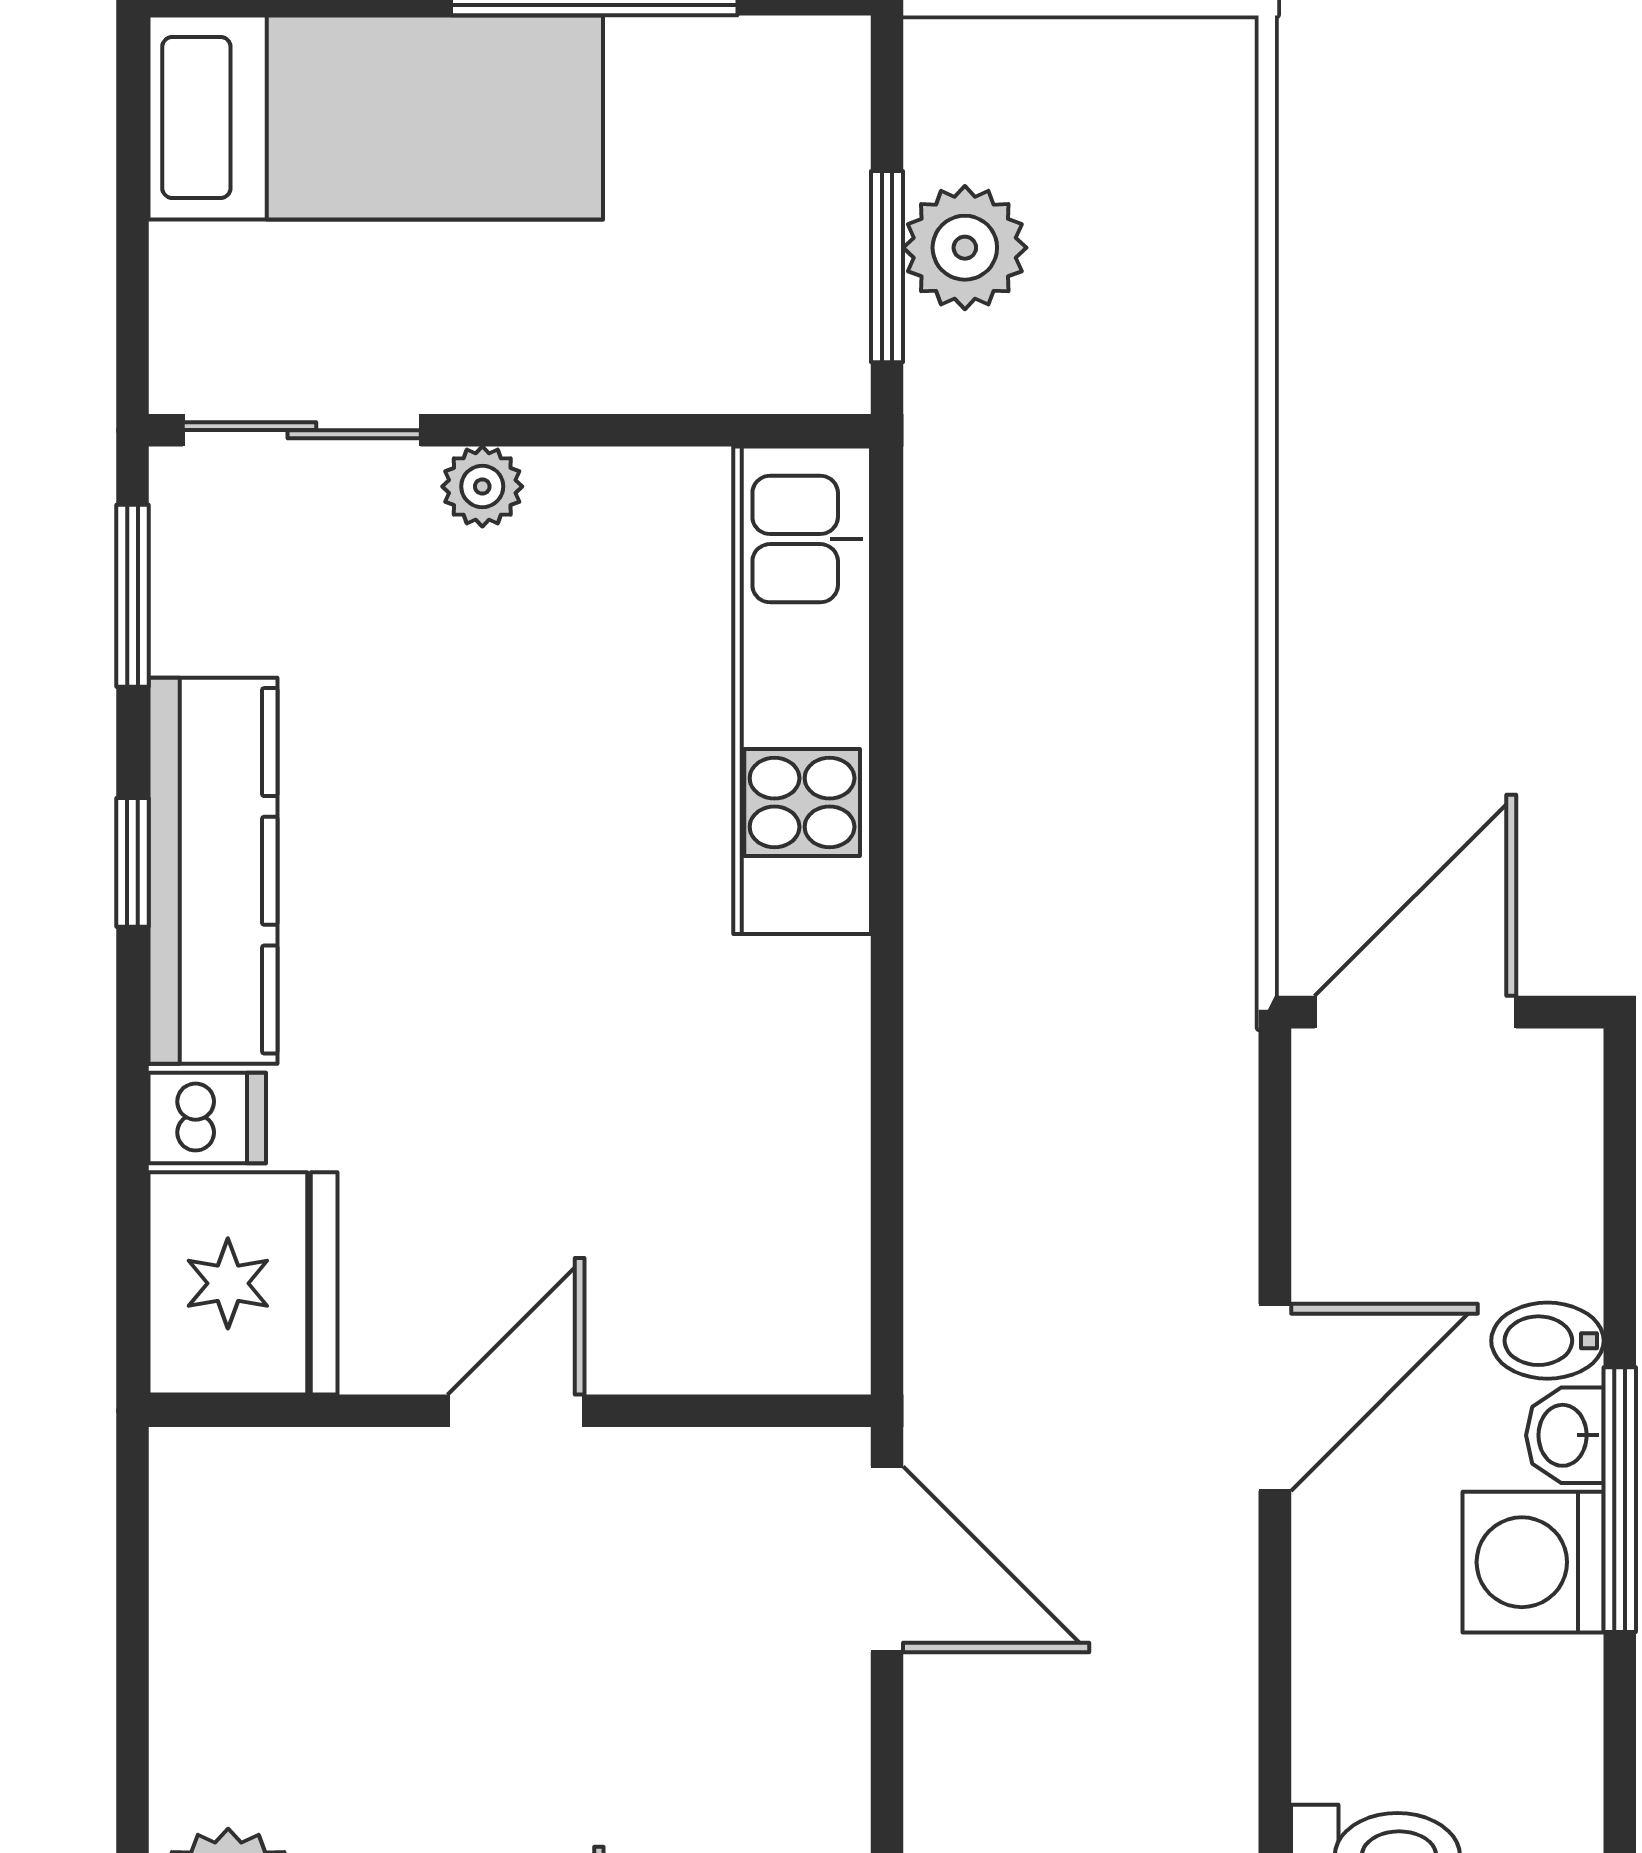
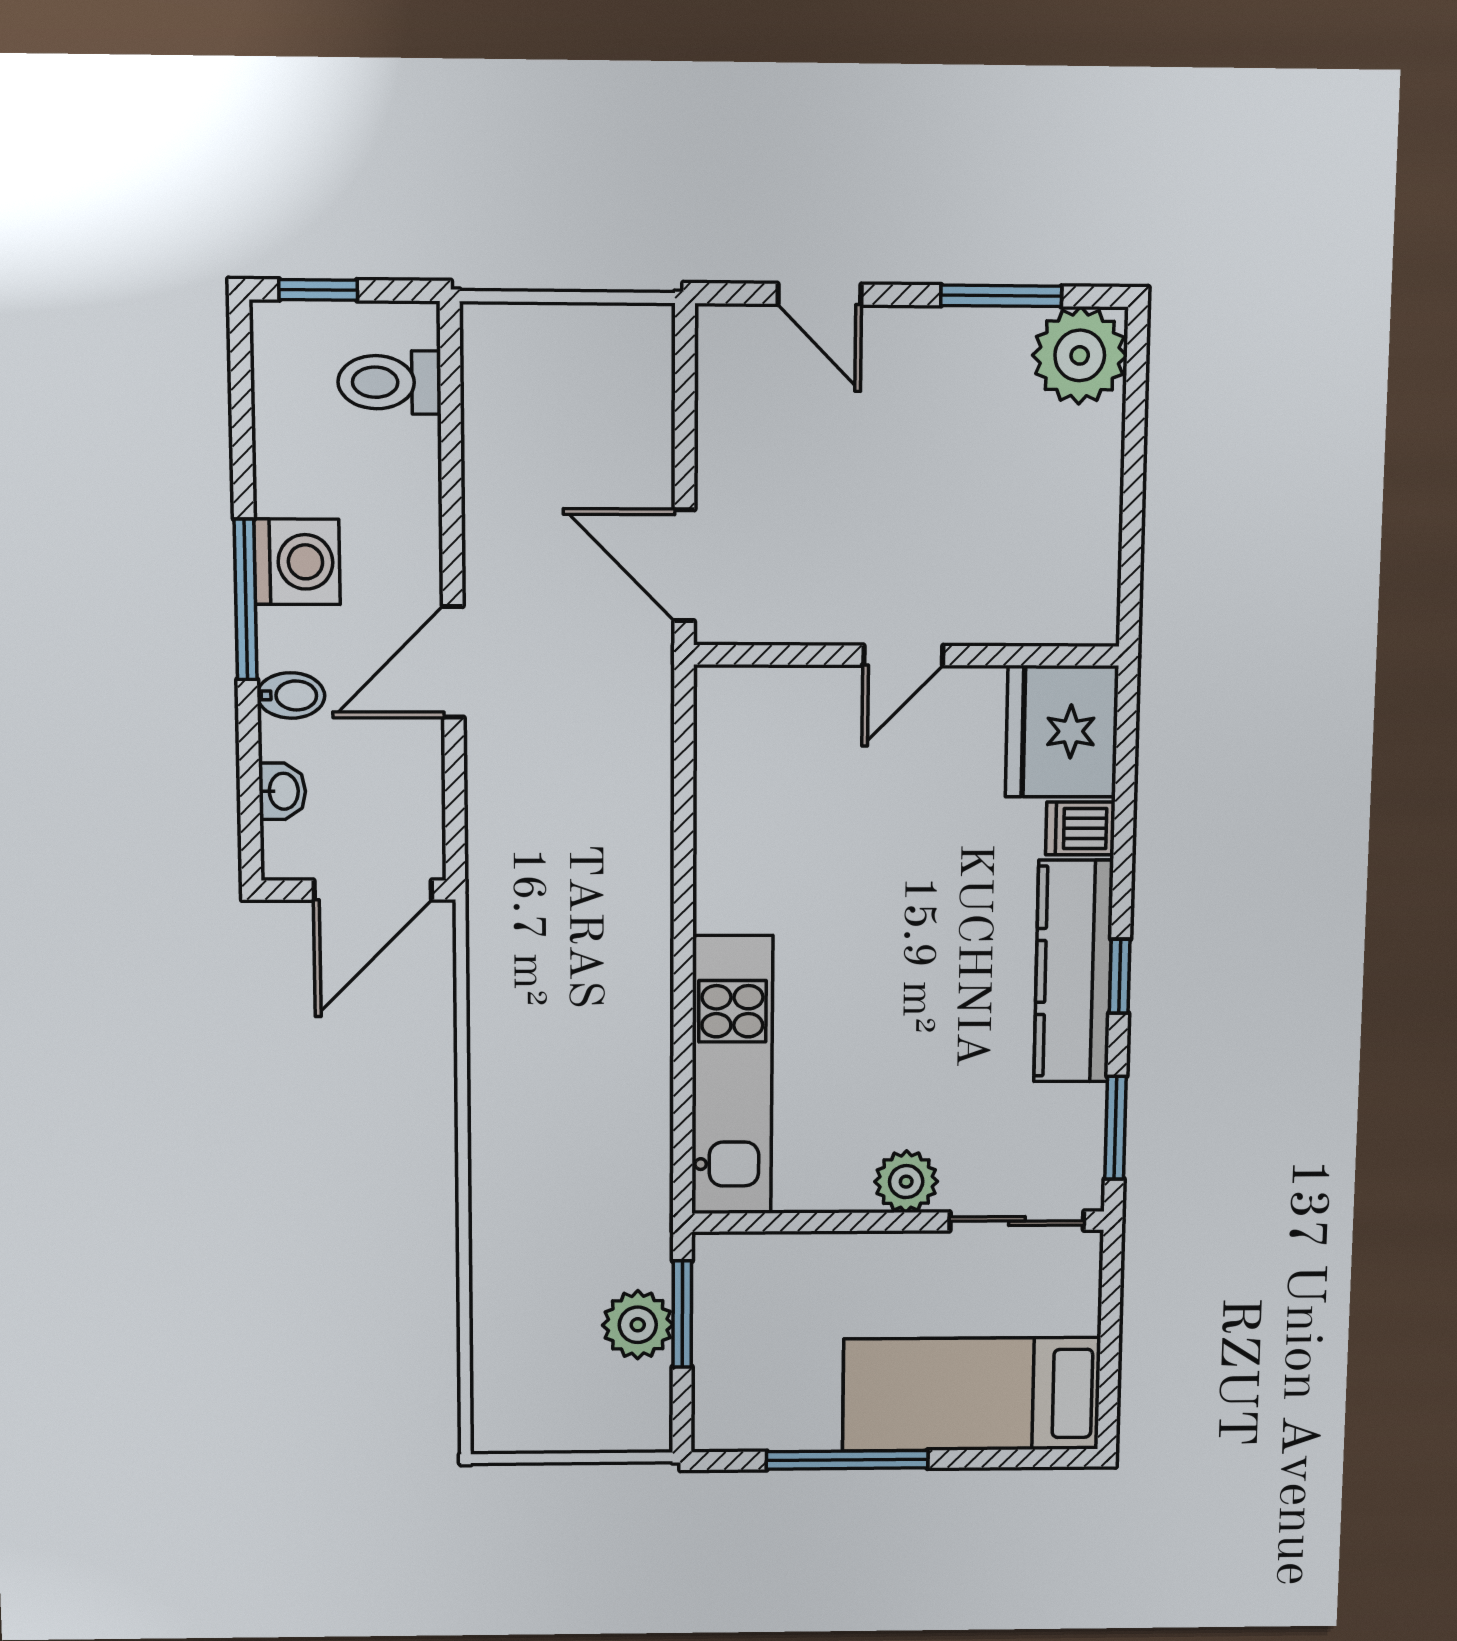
plant: (482, 486) -> (906, 1182), width x1.38, depth x1.38
washbasin: (1565, 1435) -> (282, 791), moved

